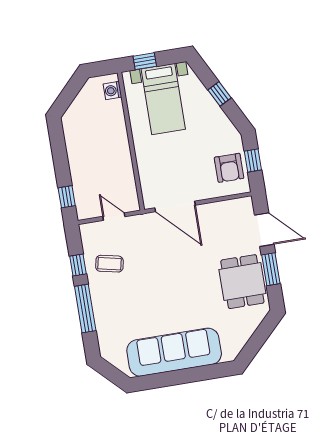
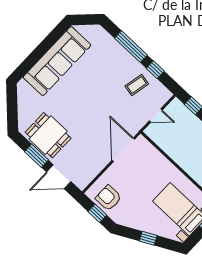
door: (175, 206) -> (123, 150), hinge flipped

